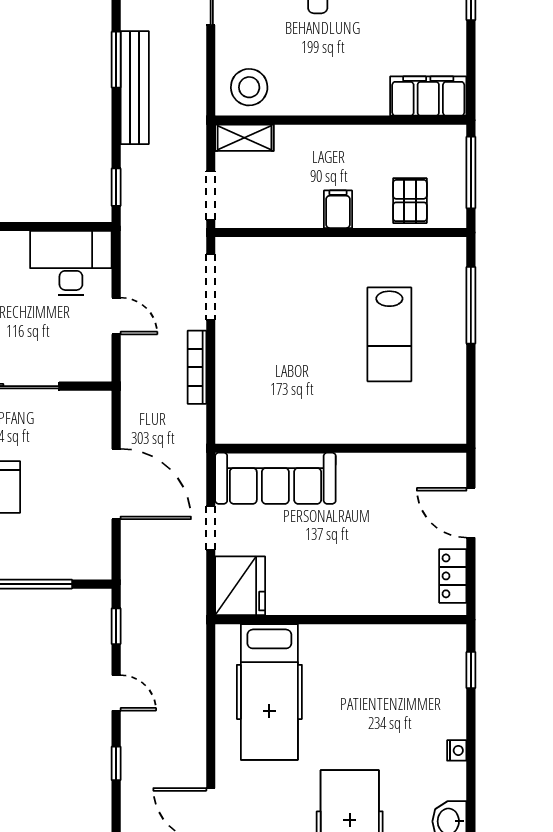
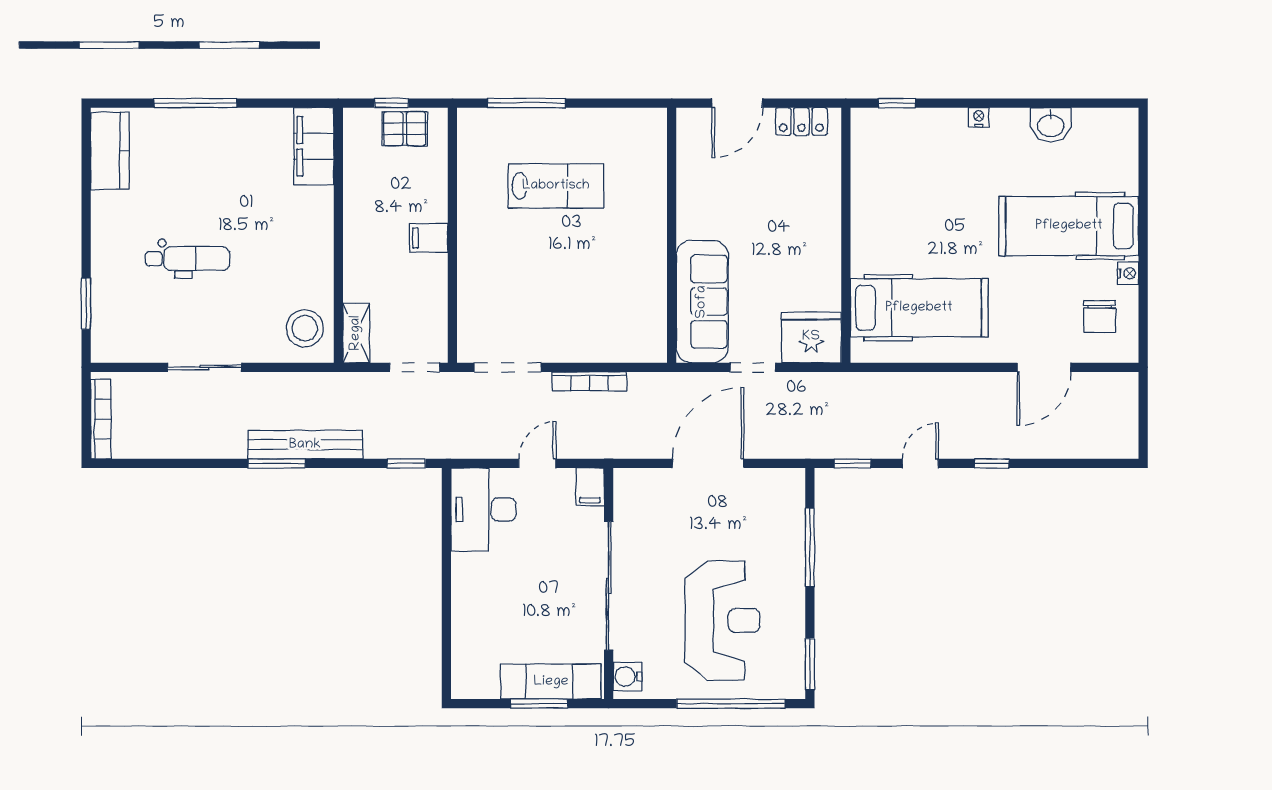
window: (471, 172) -> (391, 103), width x0.46
pallet: (410, 201) -> (405, 129), moved
filing cabinet: (93, 368) -> (590, 487), added

